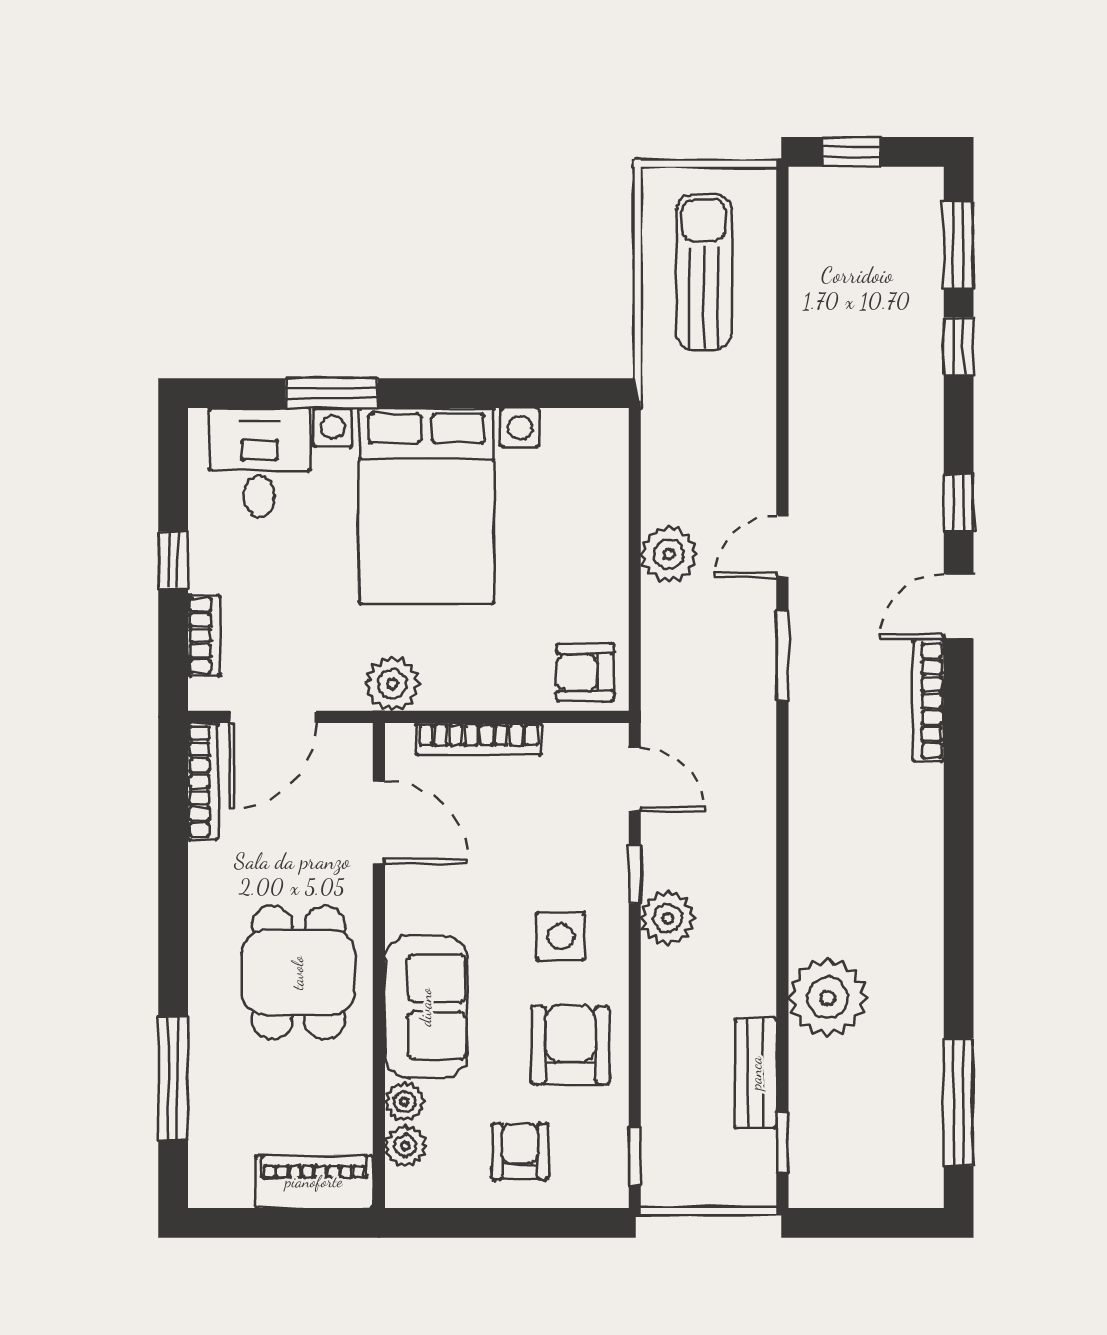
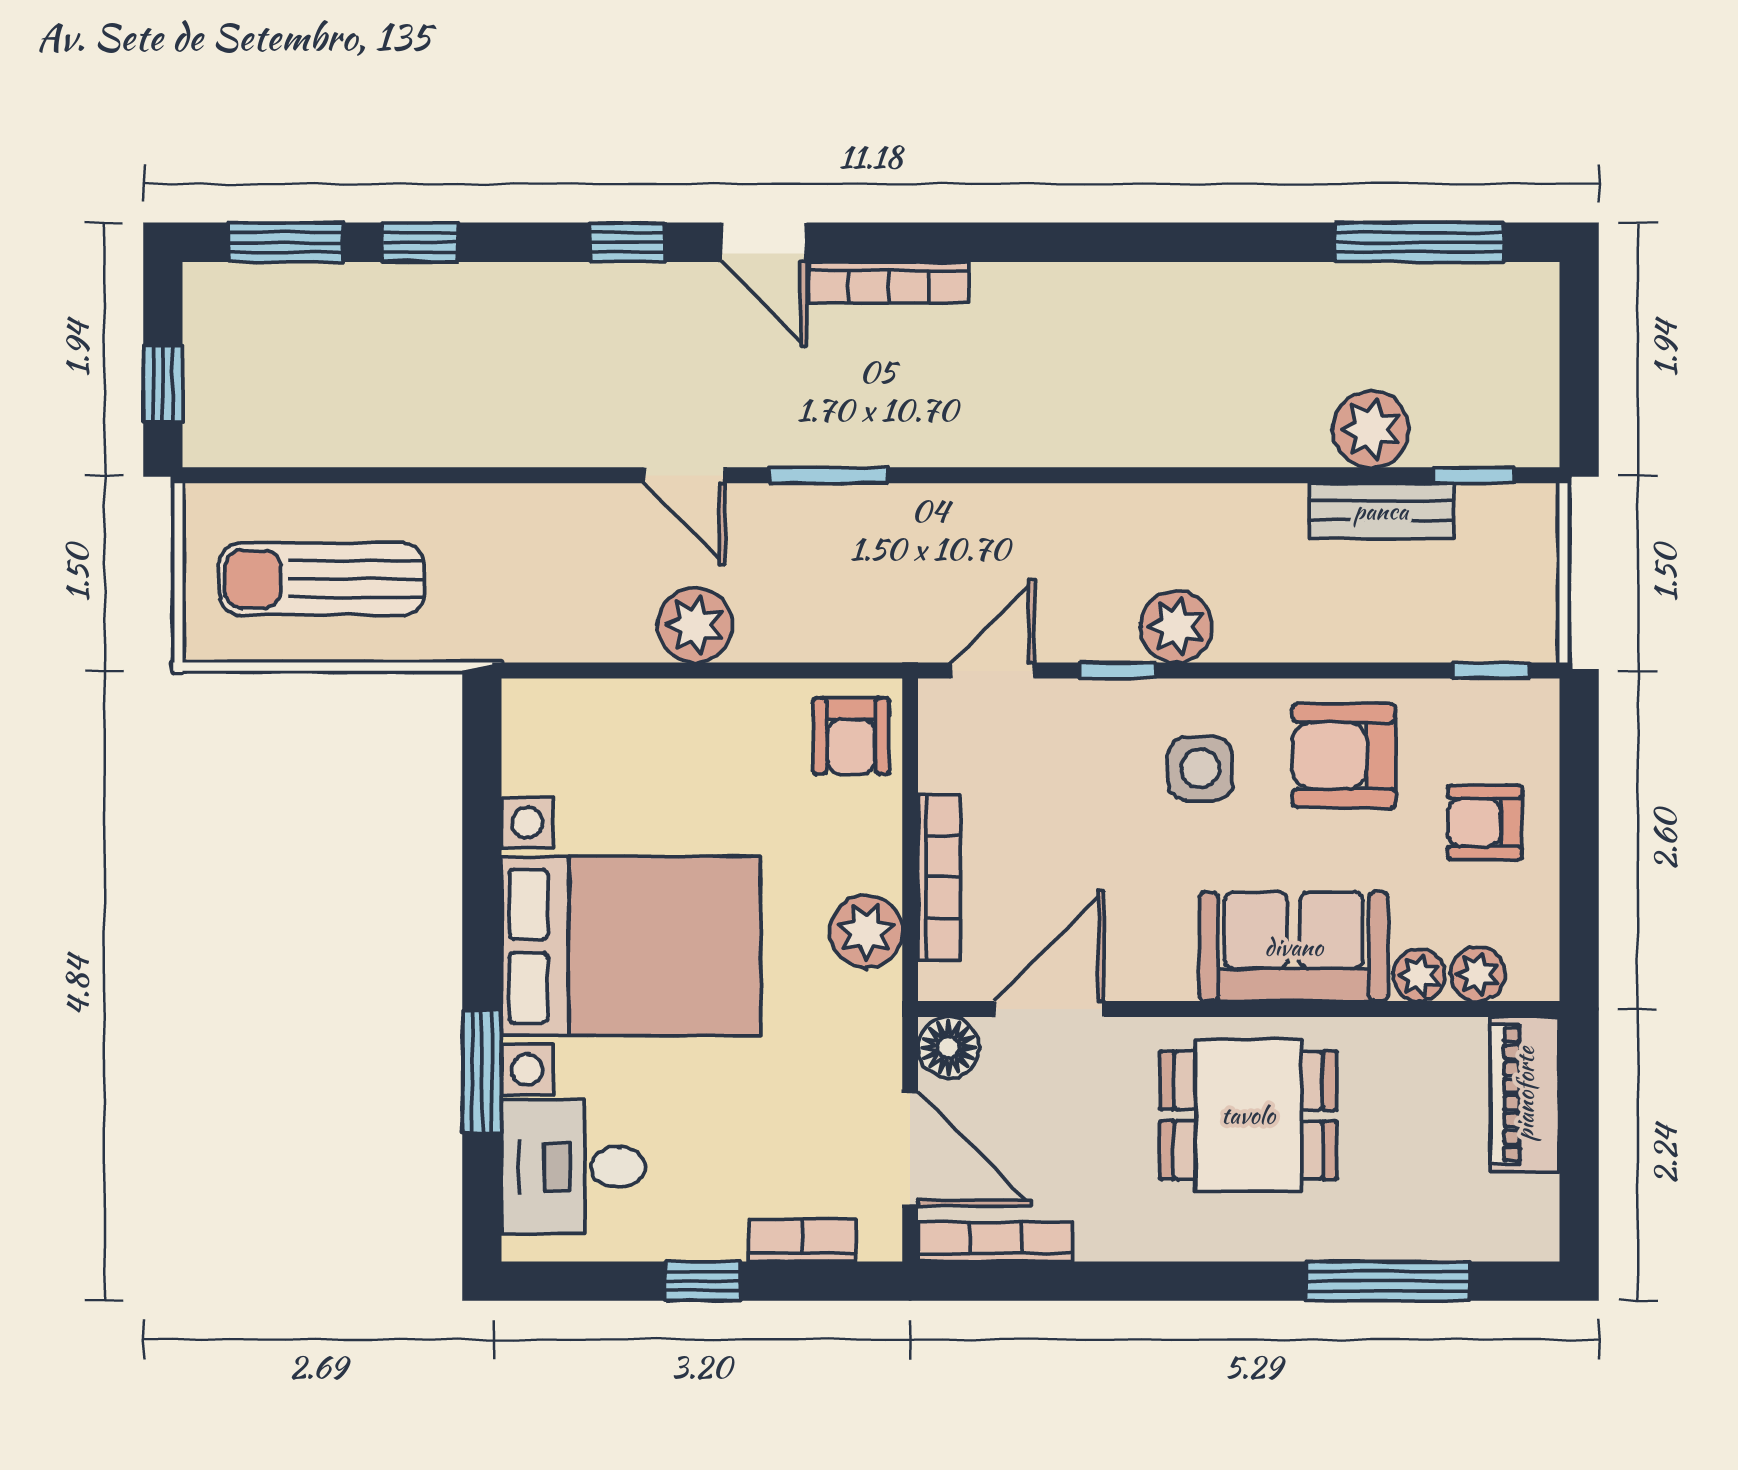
plant: (392, 684) -> (866, 931), moved
floor lamp: (350, 746) -> (949, 1047), added
plant: (828, 998) -> (1371, 429), moved, width x0.73, depth x0.73

